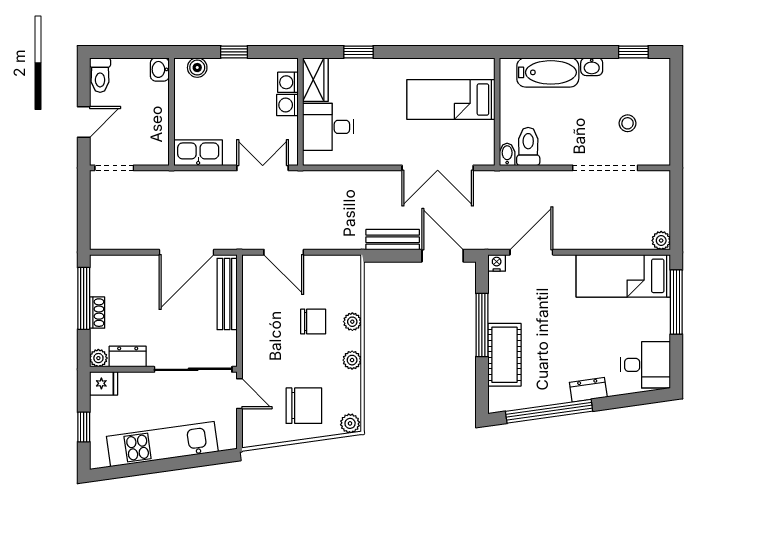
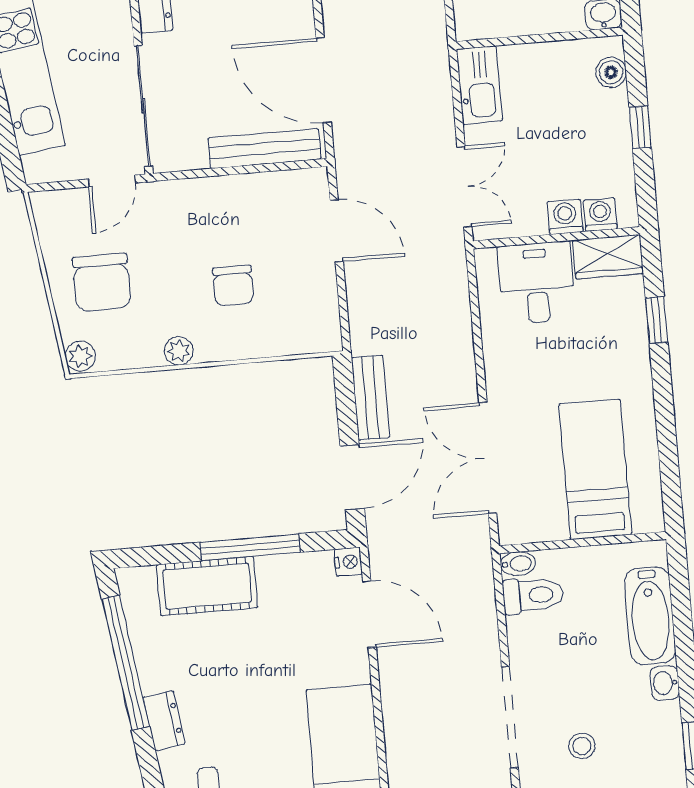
door: (284, 252) -> (337, 231), swing flipped
plant: (352, 322) -> (238, 346), removed

